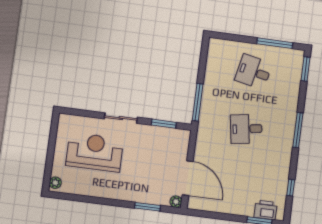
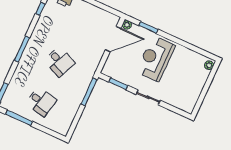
desk: (246, 129) -> (59, 62), turned 33
reception desk: (95, 152) -> (156, 59), moved, turned 90
door: (188, 178) -> (113, 39), swing flipped

